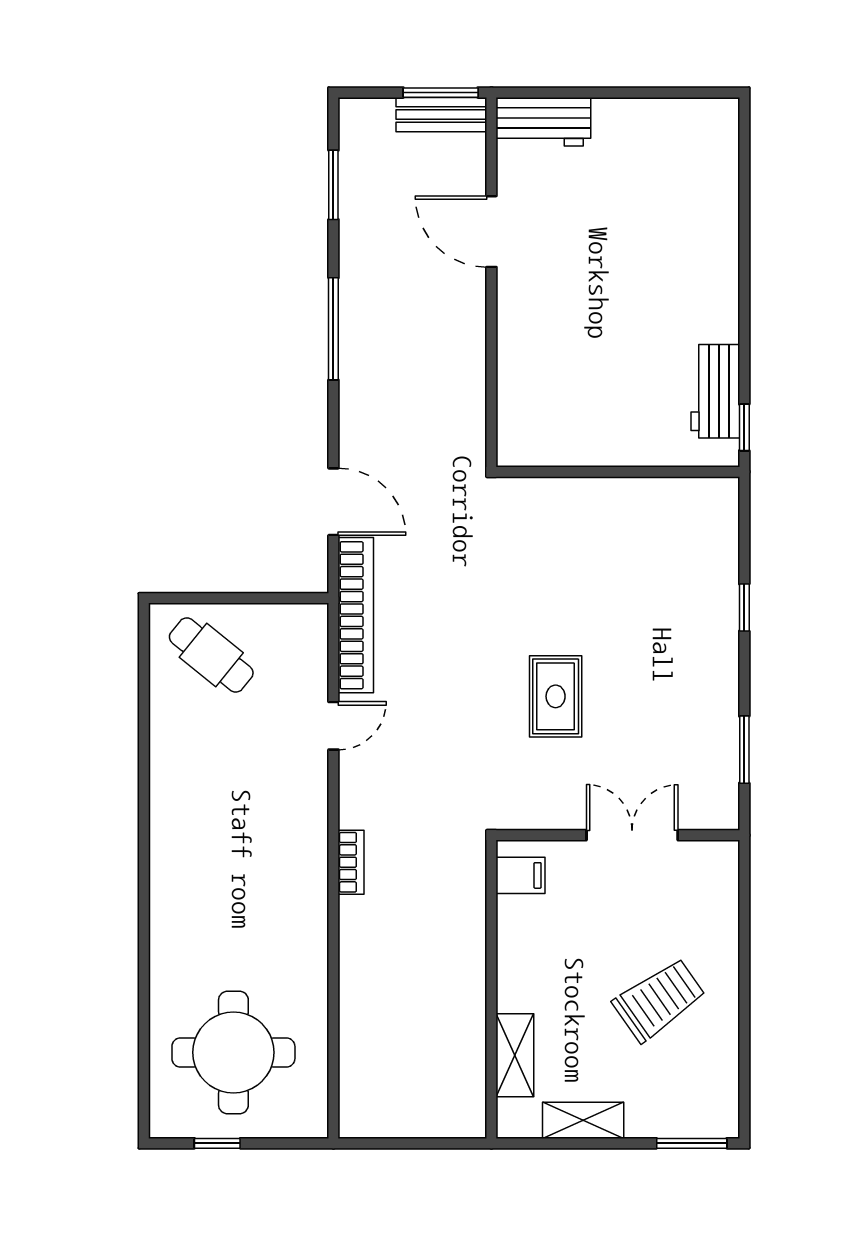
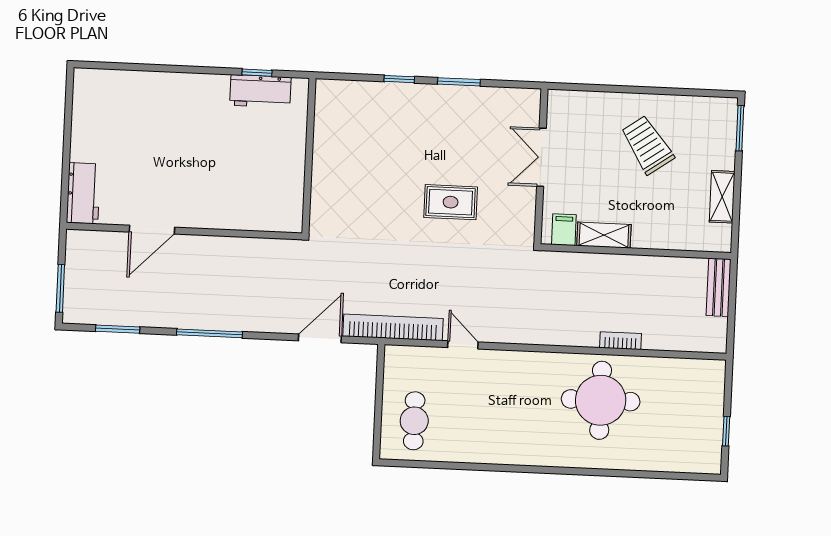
window: (441, 93) -> (60, 288), moved
bench: (441, 115) -> (719, 287), moved
window: (744, 427) -> (257, 73), moved
cafe table: (211, 655) -> (414, 421), turned -39
window: (744, 750) -> (459, 82), moved
bookcase: (351, 862) -> (621, 341), moved
round table: (233, 1052) -> (601, 400), moved
shelving: (515, 1055) -> (604, 235), moved

